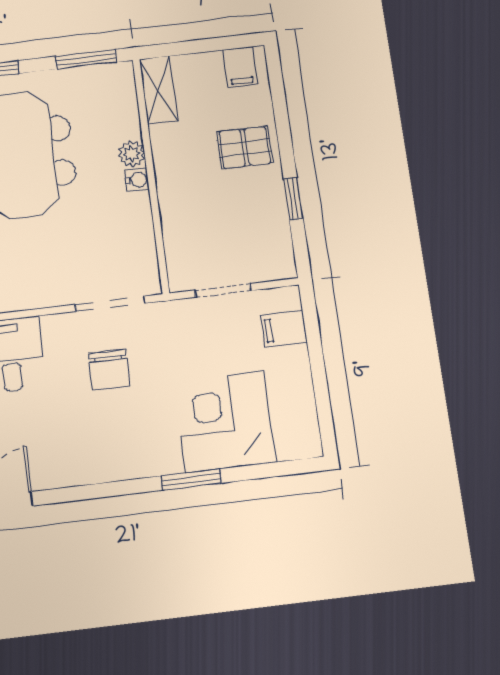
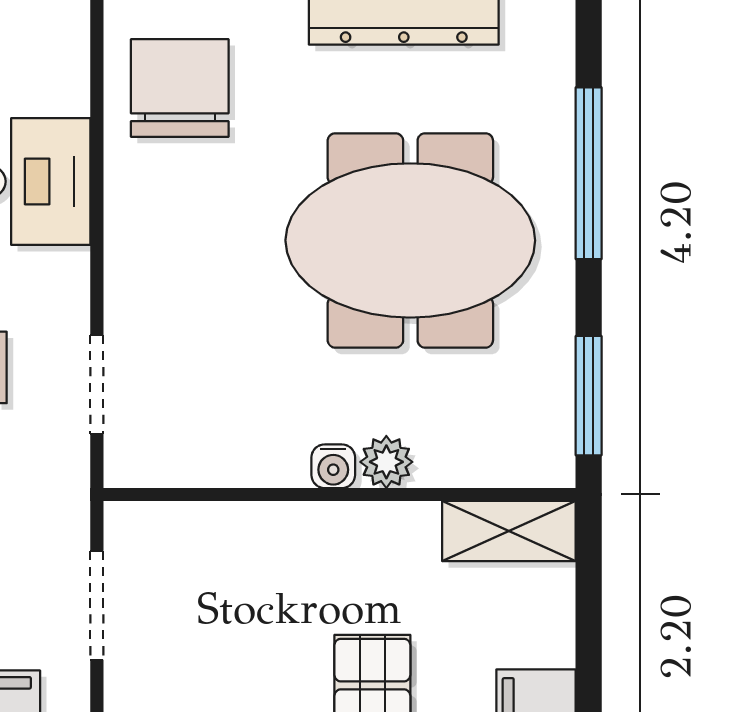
doorway: (110, 304) -> (97, 385), width x0.73

